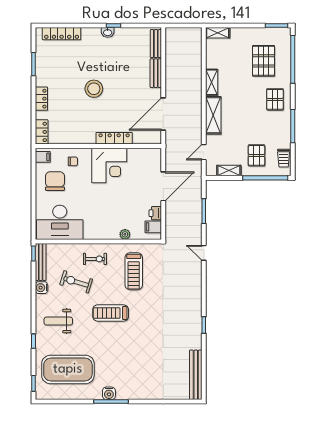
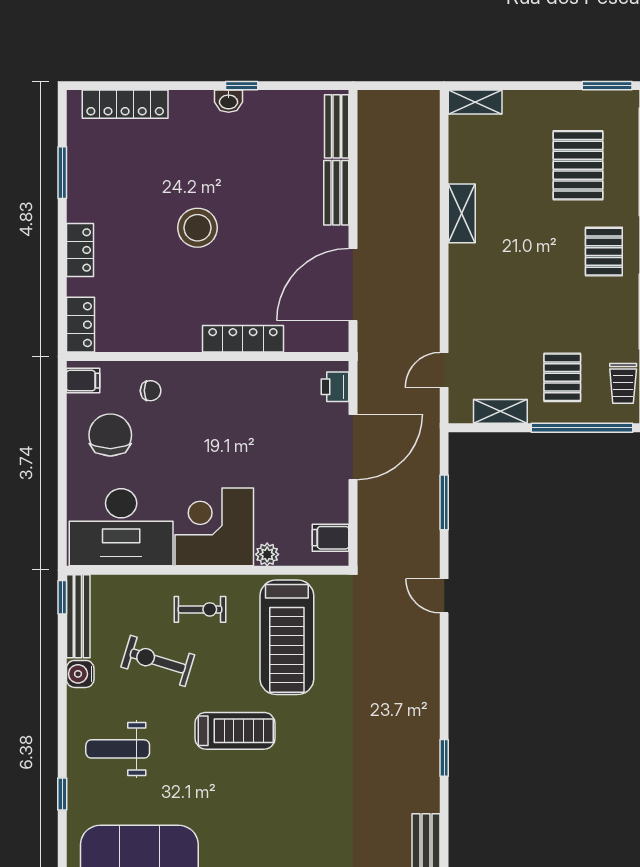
shelving: (213, 115) -> (465, 287), removed
corner desk: (109, 165) -> (214, 527), moved, turned 180
printer: (155, 213) -> (335, 387), moved
treadmill: (134, 271) -> (287, 637), width x1.37, depth x1.38
treadmill: (111, 313) -> (235, 731), turned 180

